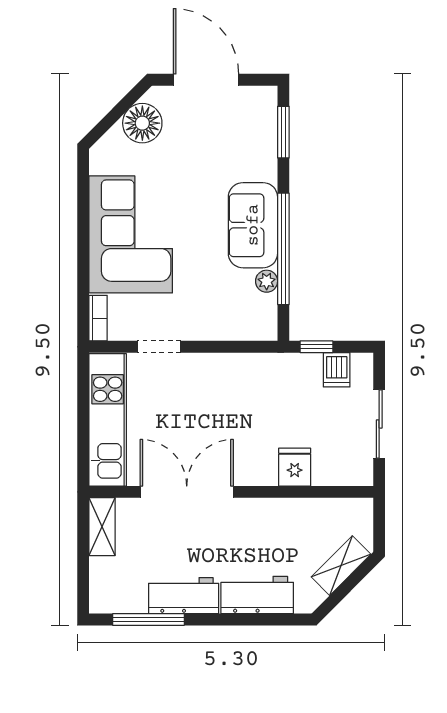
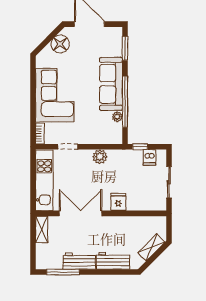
sofa: (253, 225) -> (111, 84), width x1.36
plant: (229, 368) -> (100, 157), added
fridge: (295, 467) -> (118, 202), moved

